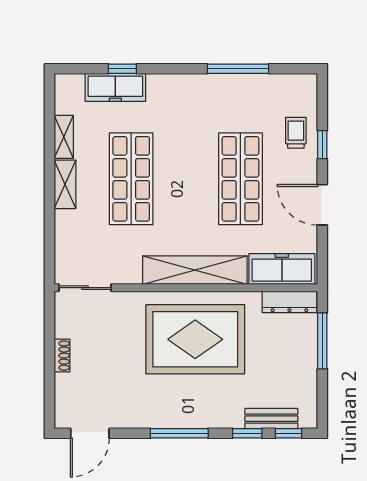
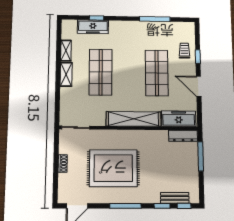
rug: (195, 339) -> (113, 168), moved

